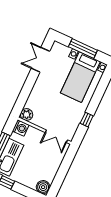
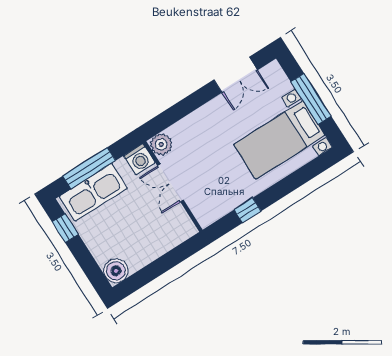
double door: (40, 60) -> (236, 75), swing flipped
double door: (56, 136) -> (170, 183), moved

